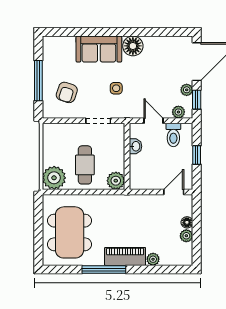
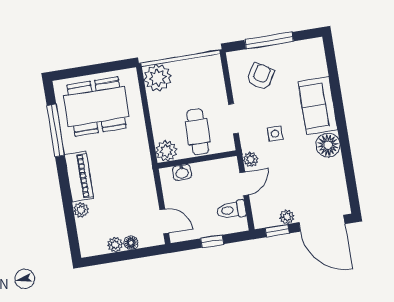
armchair: (67, 92) -> (261, 76), turned 104
plant: (178, 112) -> (251, 160), moved
washbasin: (136, 146) -> (182, 172), moved
cafe table: (85, 165) -> (198, 132), moved, turned 90
window: (104, 269) -> (56, 130), moved

